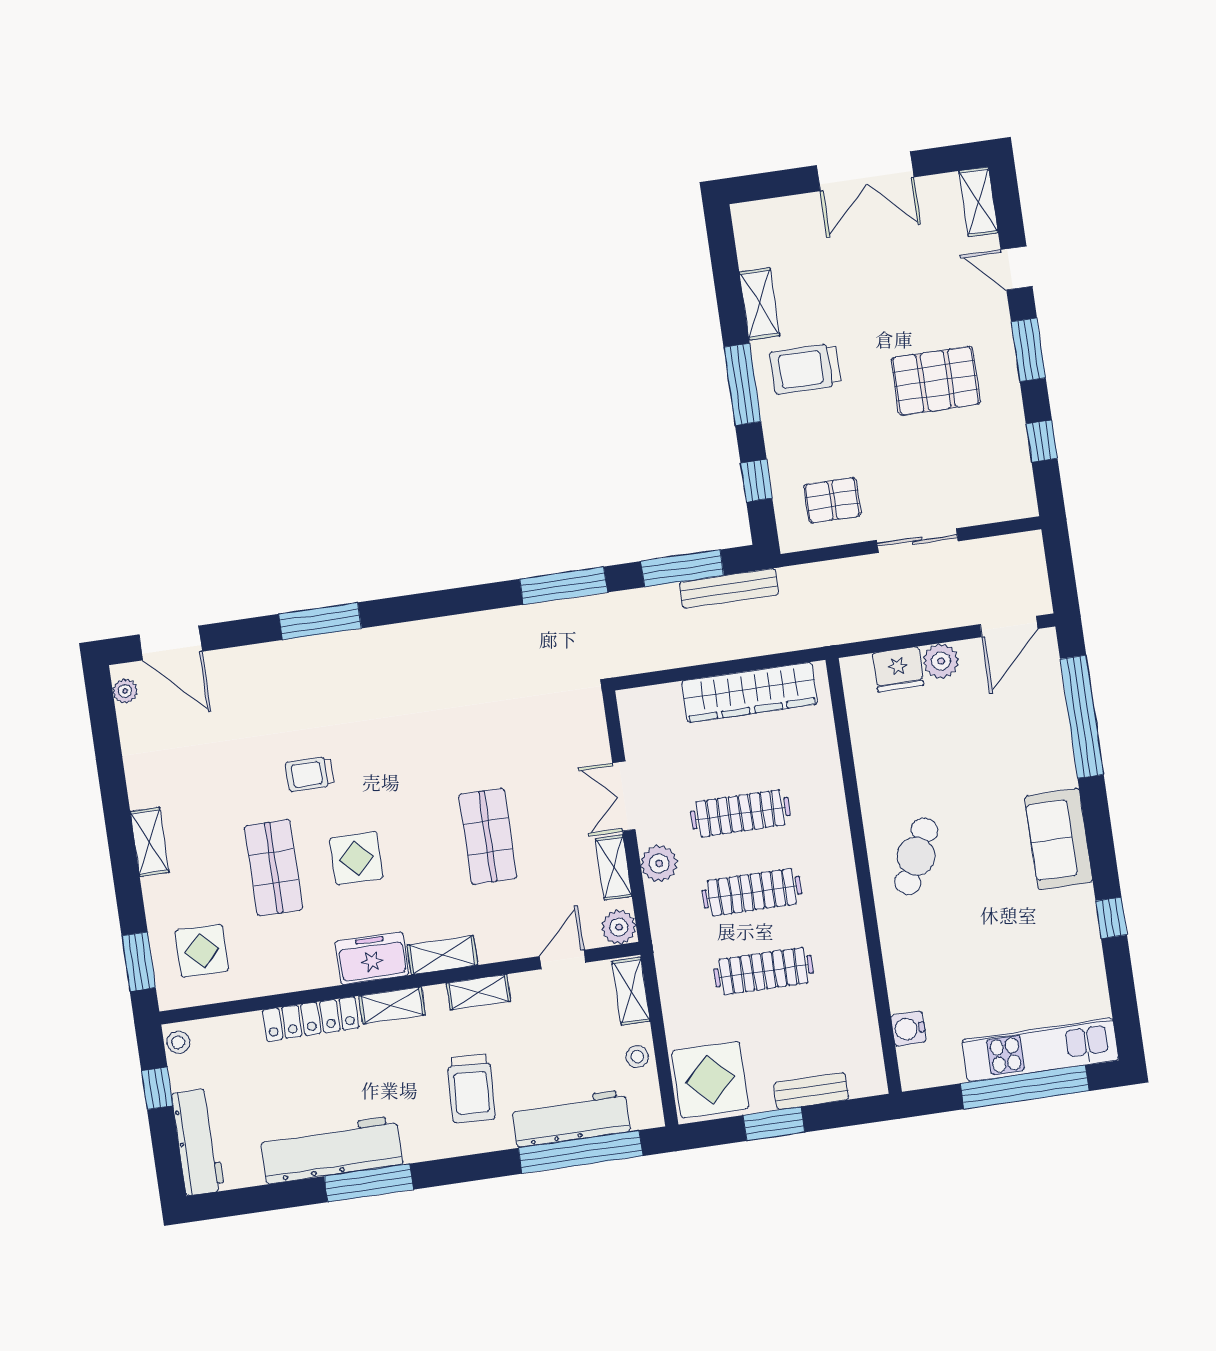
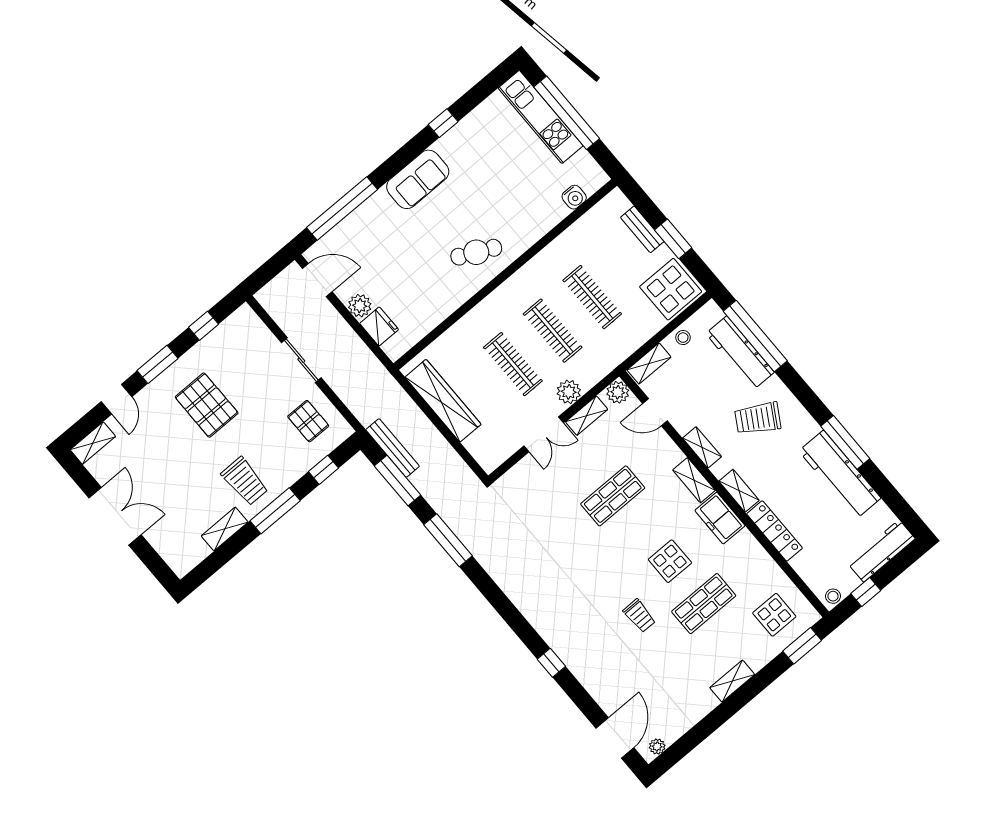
window: (320, 621) -> (551, 663), width x0.46
trolley: (471, 1088) -> (758, 418), turned -152

